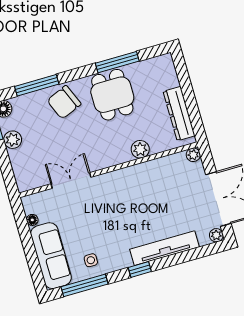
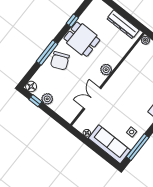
window: (117, 62) -> (72, 21), width x0.46
window: (37, 85) -> (47, 53), moved
plant: (140, 149) -> (106, 70), moved

